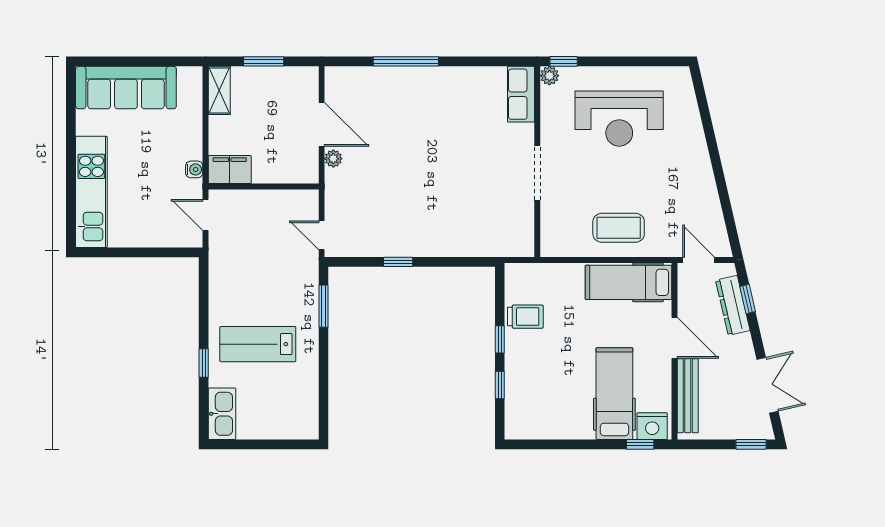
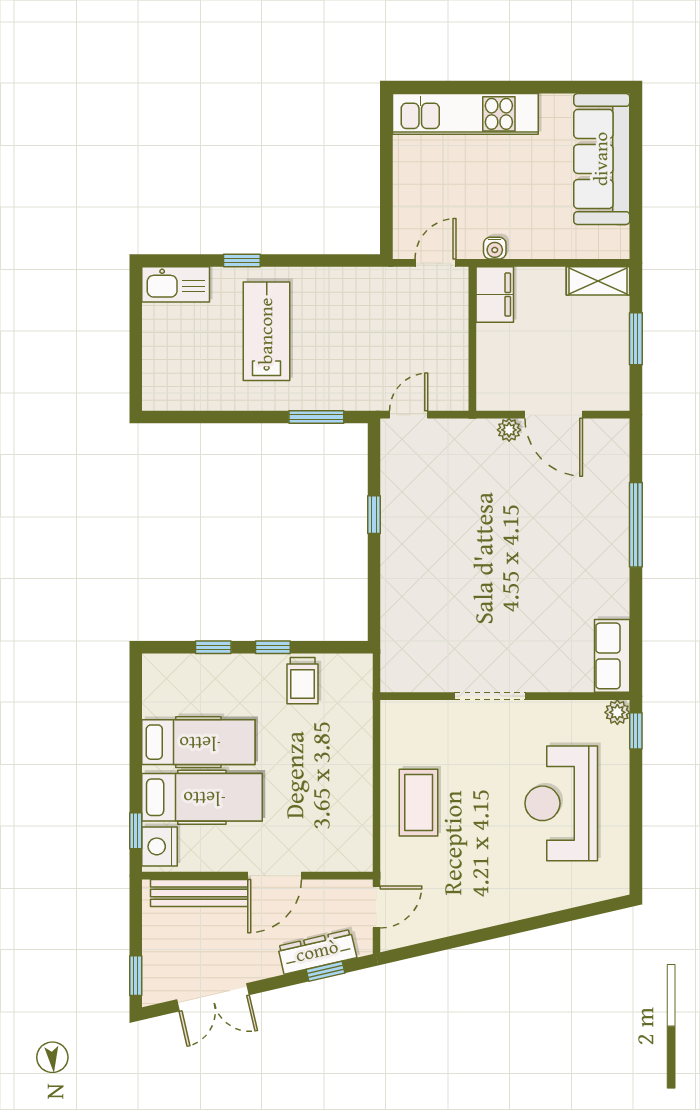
row of seats: (521, 94) -> (612, 656), moved, turned -90
door: (322, 124) -> (554, 415), hinge flipped
hospital bed: (628, 282) -> (198, 742), moved, turned 90

